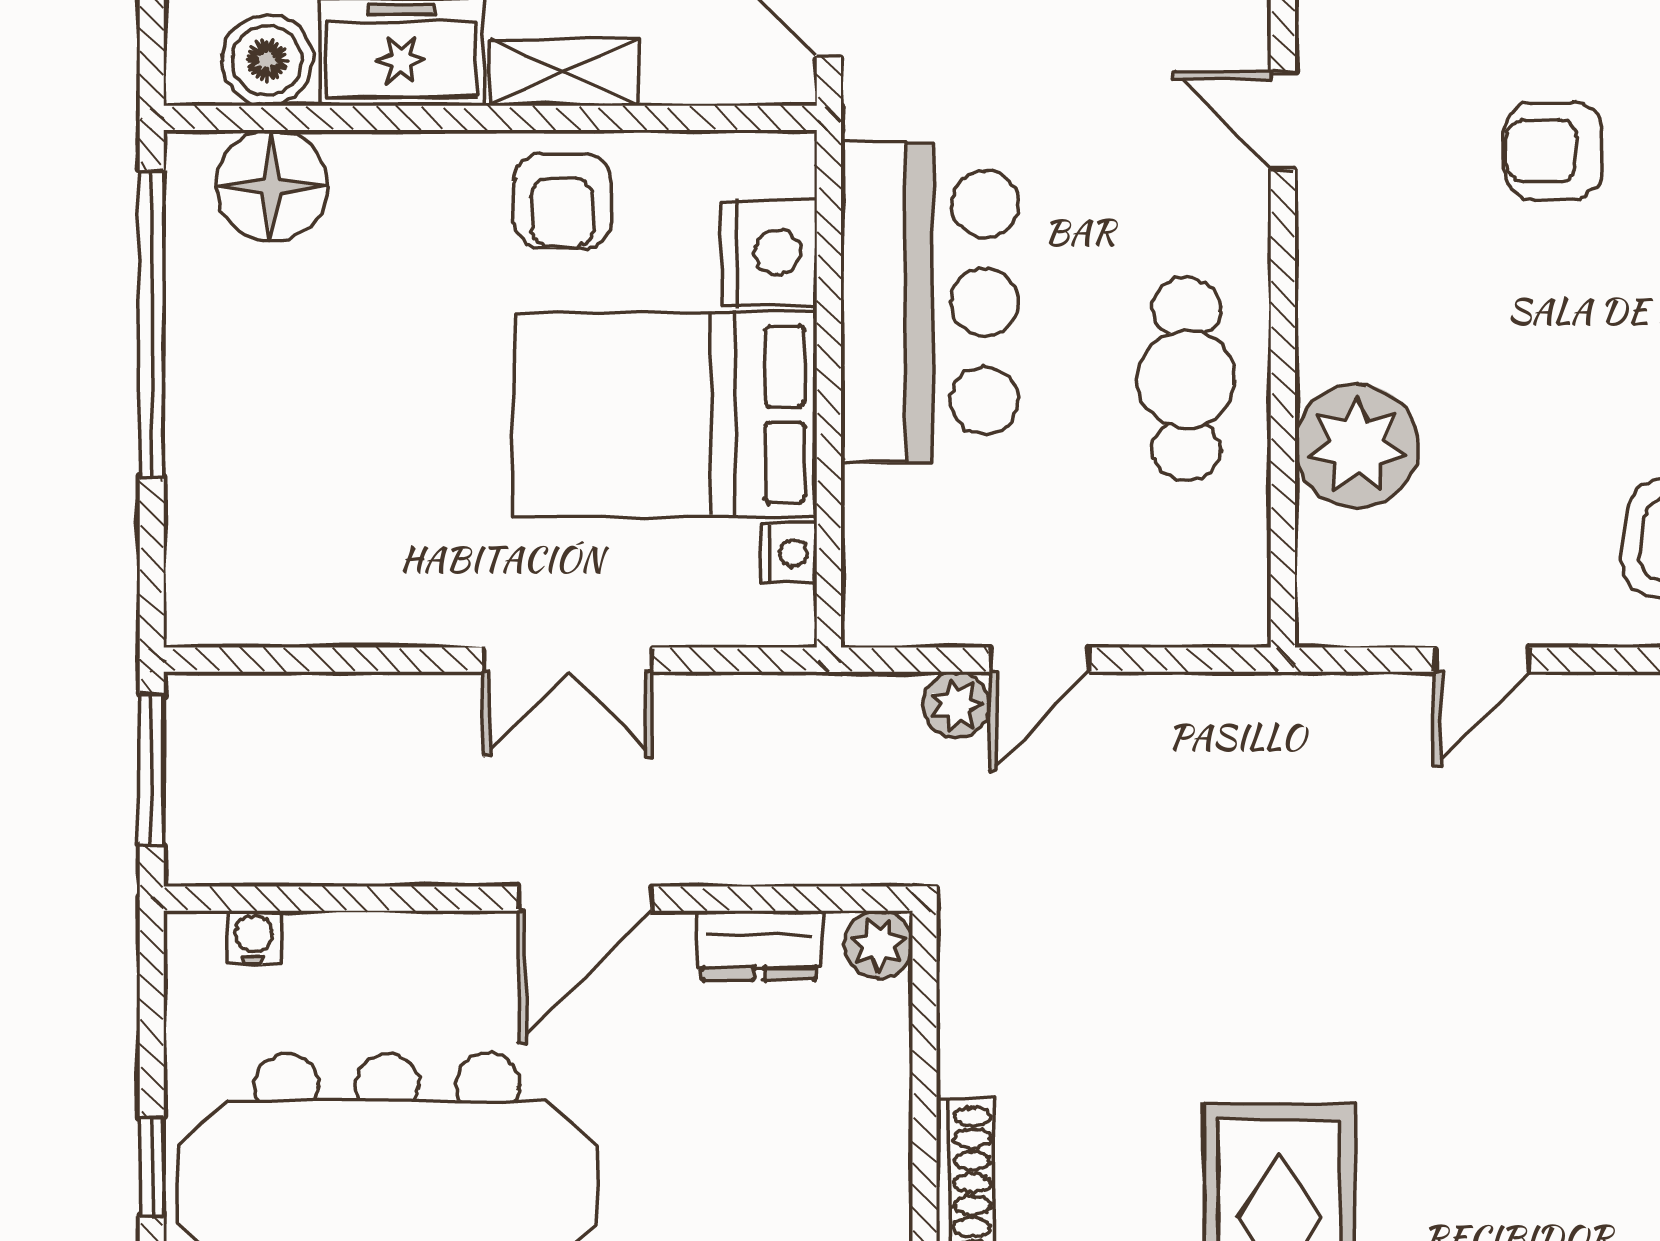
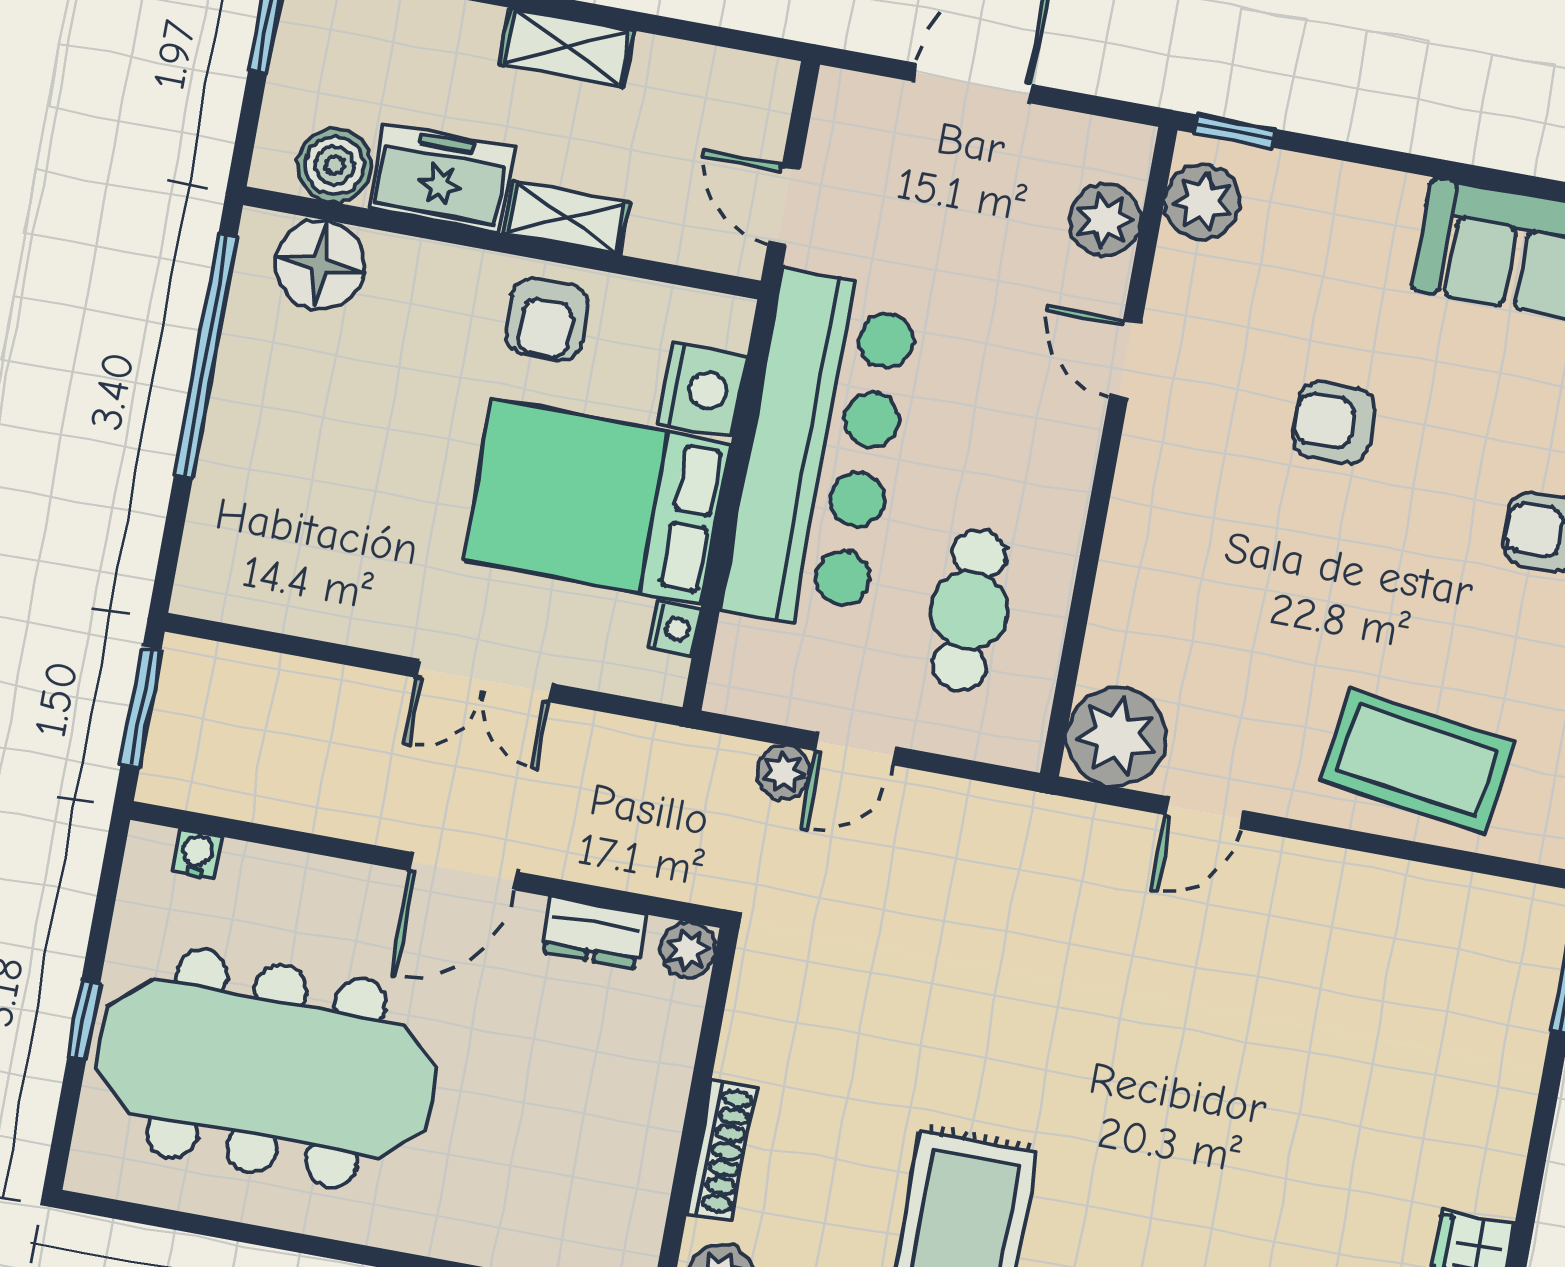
bar counter: (930, 302) -> (821, 451), width x1.36
cafe table: (1186, 379) -> (969, 610), moved
plant: (1357, 446) -> (1117, 736), moved

